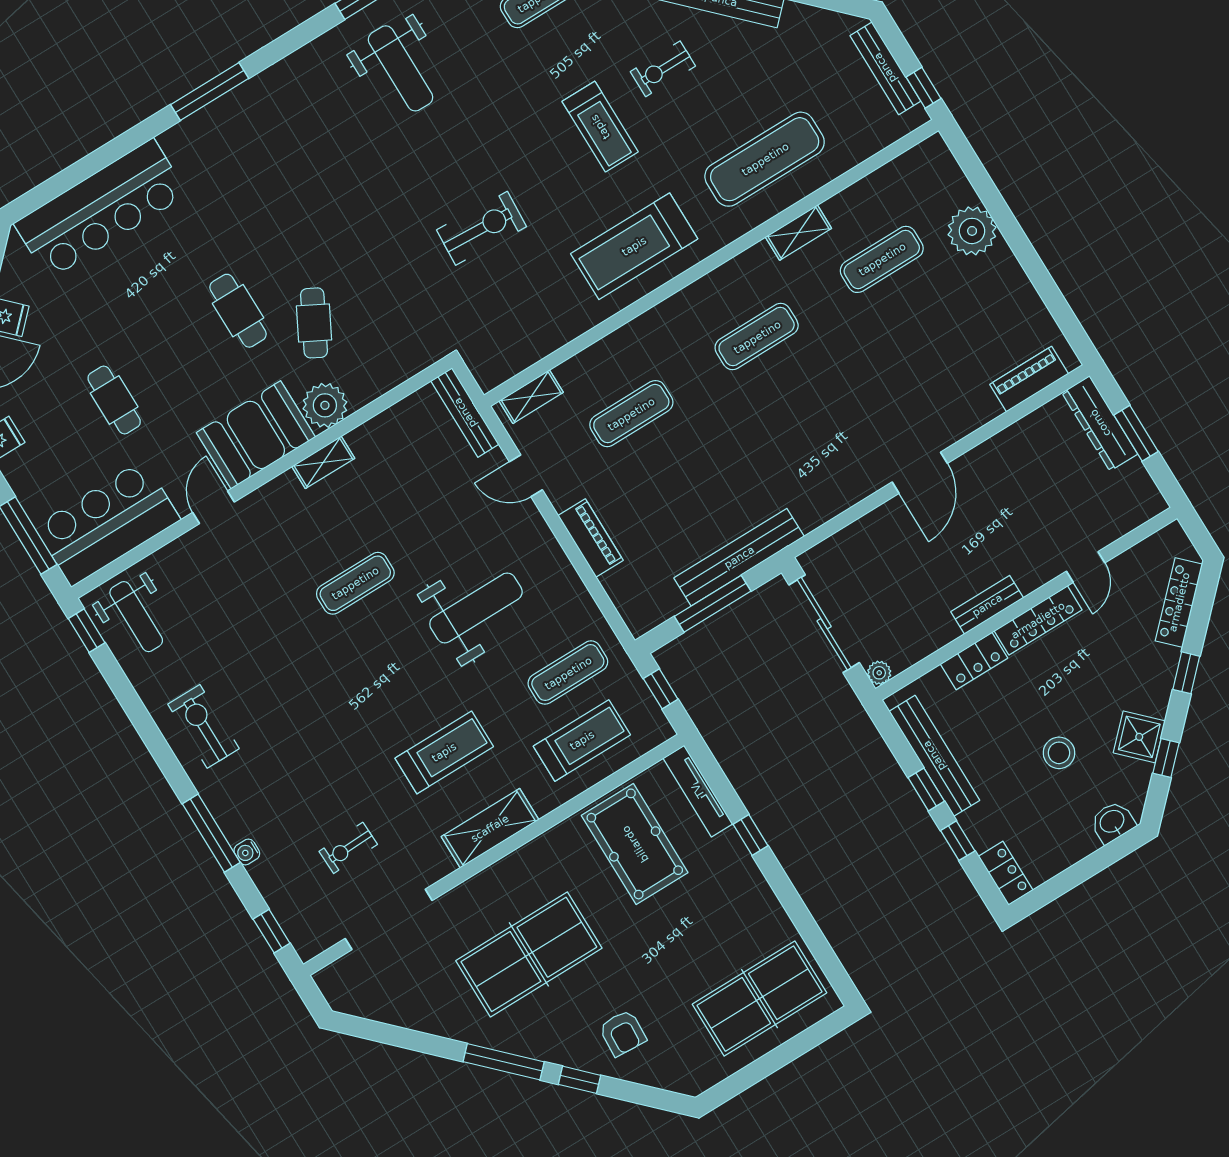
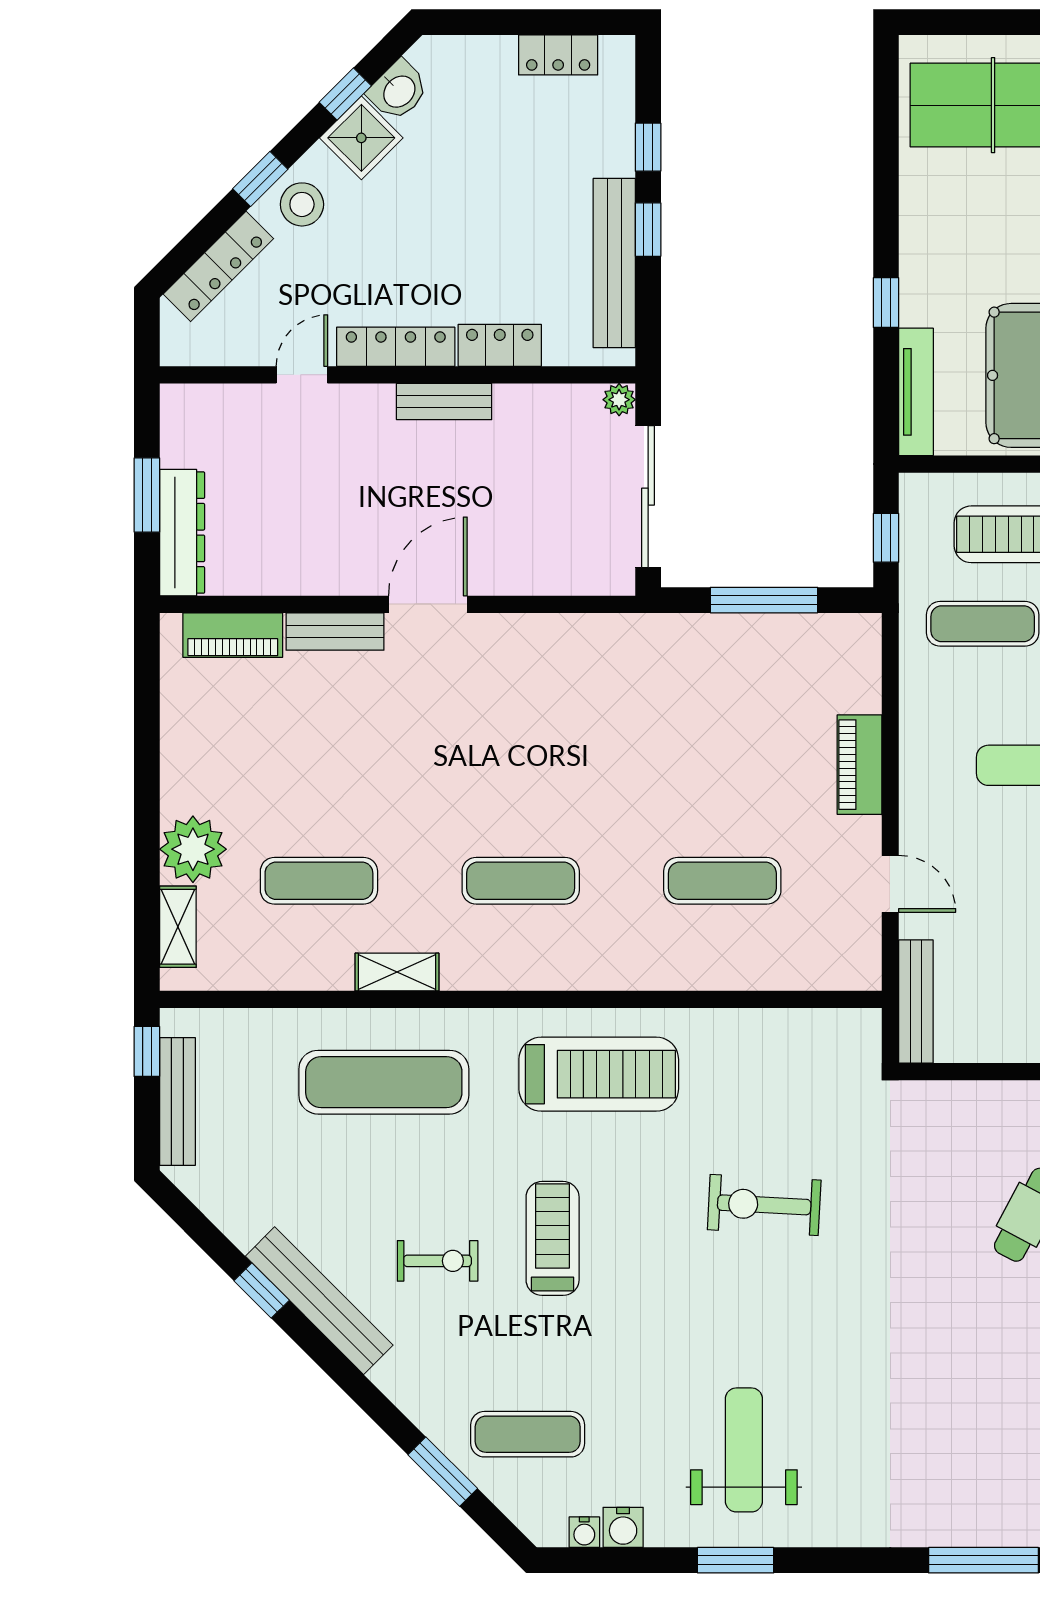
shelving: (531, 397) -> (178, 927), moved, turned 90
bench: (739, 557) -> (335, 631), moved, width x0.54, depth x0.82
stool: (1059, 753) -> (302, 204), moved
washbasin: (1112, 822) -> (398, 91), moved, turned -45
locker: (1006, 873) -> (558, 55), moved, turned -90

